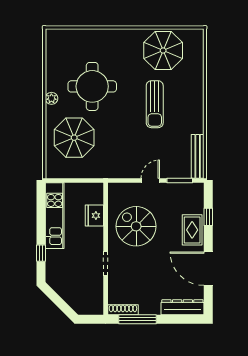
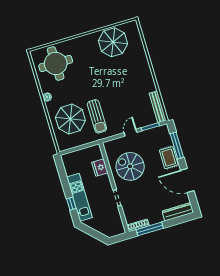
round table: (92, 86) -> (56, 63), moved
sun lounger: (155, 104) -> (97, 116), moved
kitchen unit: (55, 216) -> (79, 197), moved
window: (208, 217) -> (177, 146), width x2.17

